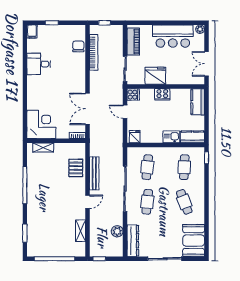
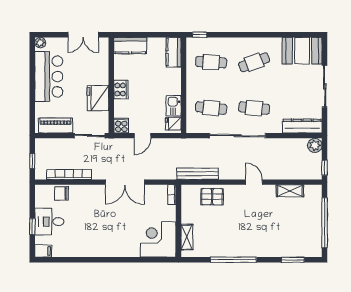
desk: (39, 64) -> (49, 222), moved, turned 90
double door: (87, 109) -> (125, 182), moved
kitchen sink: (171, 137) -> (174, 106), moved
bench: (94, 173) -> (198, 174), moved
plant: (117, 231) -> (315, 145), moved

